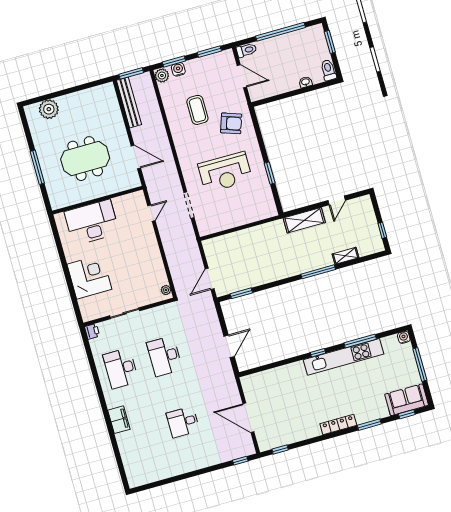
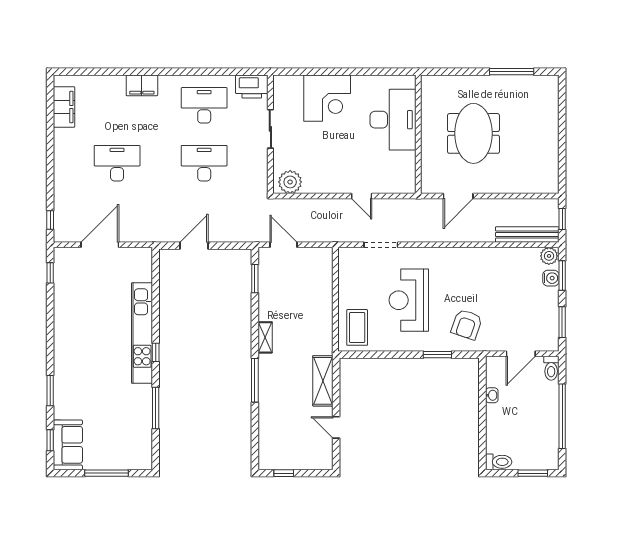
window: (131, 73) -> (562, 219), width x0.67
washbasin: (306, 82) -> (492, 395), moved
bench: (129, 102) -> (527, 235), moved
plant: (49, 109) -> (546, 106), removed
coffee table: (197, 110) -> (357, 327), moved, turned 90
window: (37, 167) -> (512, 72), moved
window: (270, 173) -> (437, 355), moved
door: (151, 213) -> (362, 196), moved
shelving: (346, 256) -> (265, 337), moved
plant: (166, 290) -> (290, 182), width x1.87, depth x1.87
printer: (92, 331) -> (252, 87), width x1.87, depth x1.48
water cooler: (404, 337) -> (145, 463), removed
door: (229, 346) -> (194, 246), swing flipped
kitchen unit: (343, 357) -> (142, 333), moved
desk: (183, 422) -> (117, 163), width x1.37
locker: (338, 425) -> (61, 353), removed
filing cabinet: (152, 474) -> (64, 107), added

